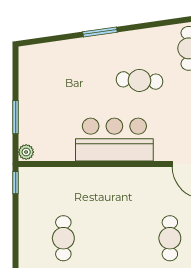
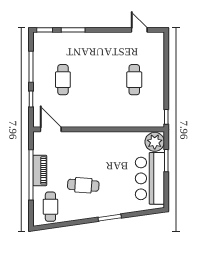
bar counter: (114, 140) -> (150, 178), moved, turned 90
plant: (26, 152) -> (155, 142), width x1.88, depth x1.88

